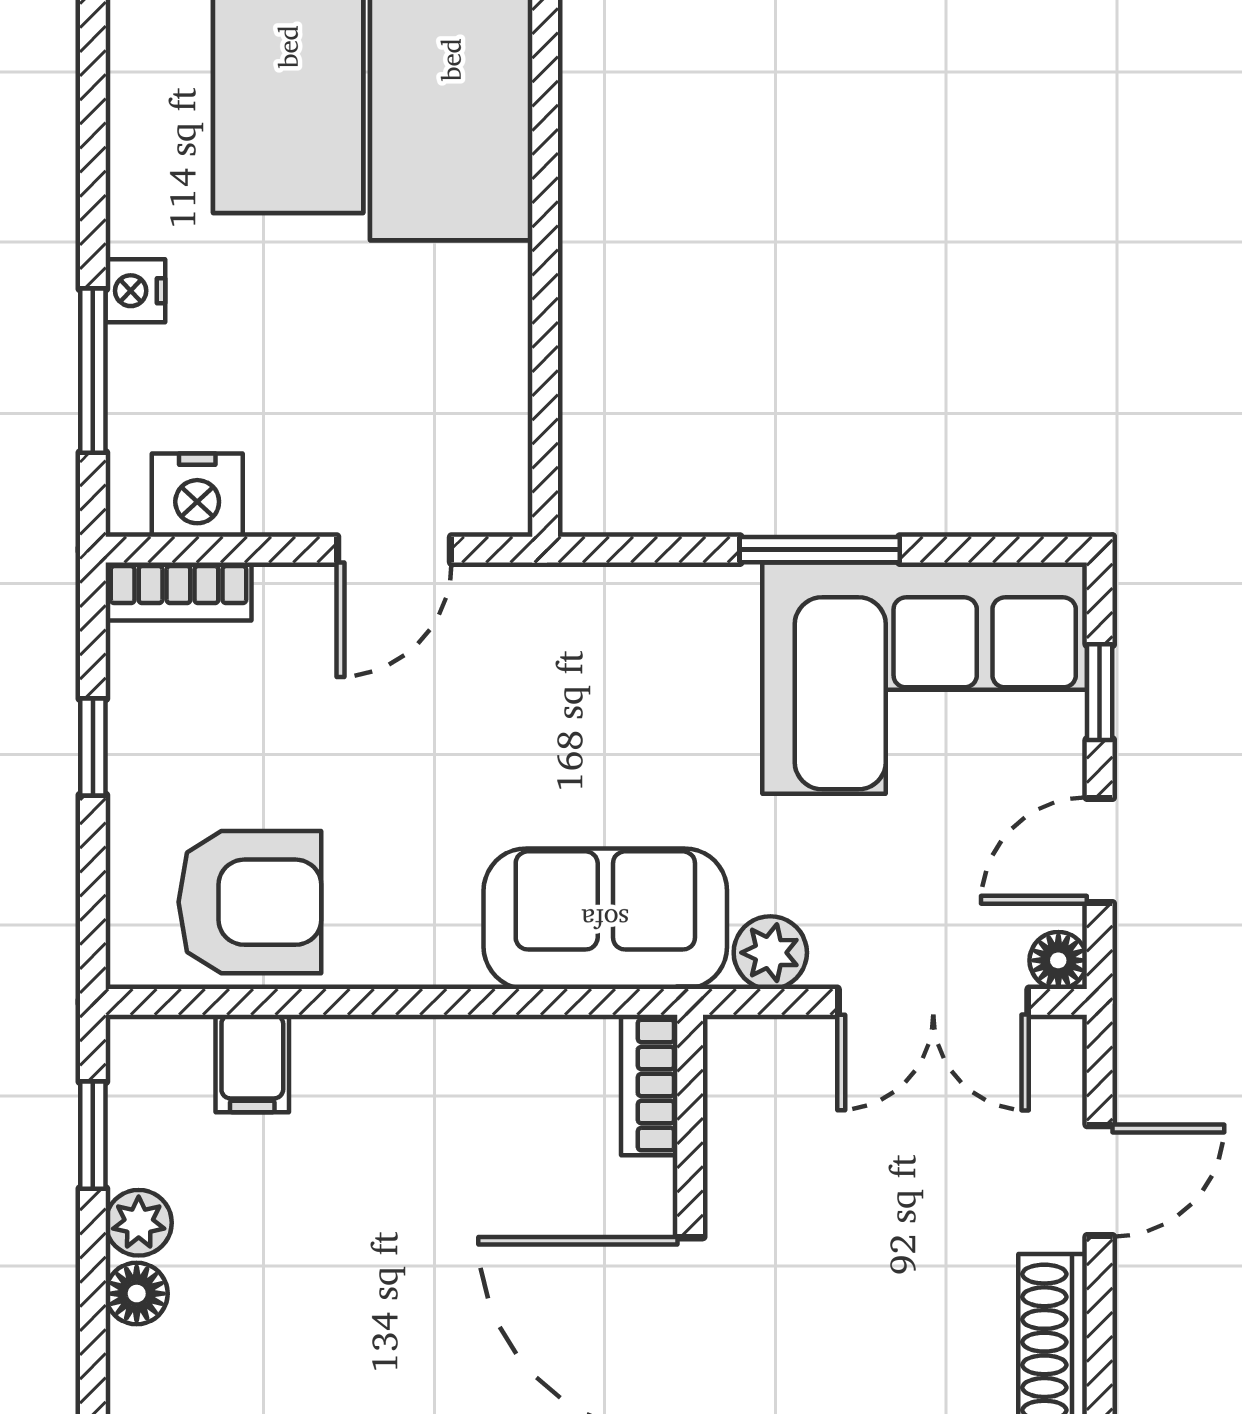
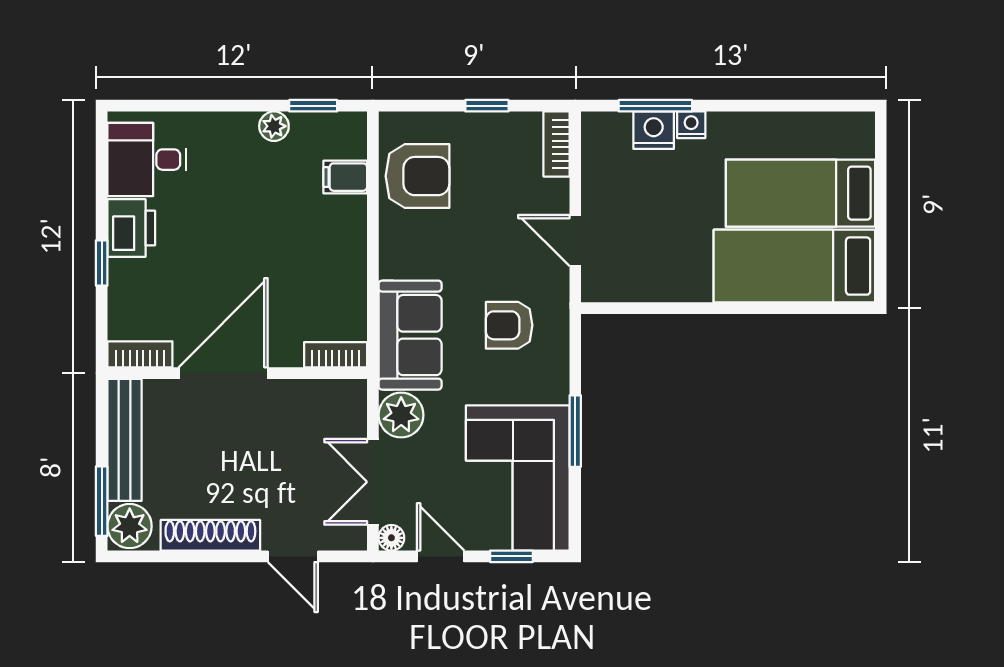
nightstand: (197, 495) -> (654, 130), moved, turned 90
armchair: (583, 697) -> (509, 325), added
armchair: (250, 902) -> (417, 176), turned -90
plant: (770, 953) -> (401, 415), width x1.38, depth x1.38
floor lamp: (137, 1294) -> (242, 125), removed

